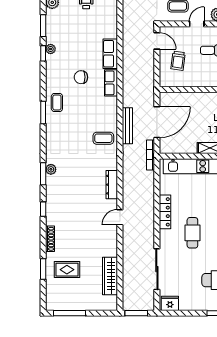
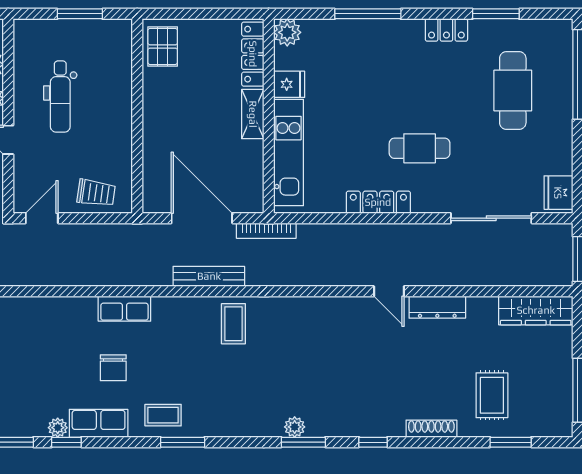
row of seats: (110, 54) -> (99, 423), moved, turned 180
trolley: (178, 61) -> (96, 193), moved
dresser: (112, 185) -> (437, 307), moved
window: (43, 269) -> (511, 442), moved
wardrobe: (110, 276) -> (536, 310), moved

